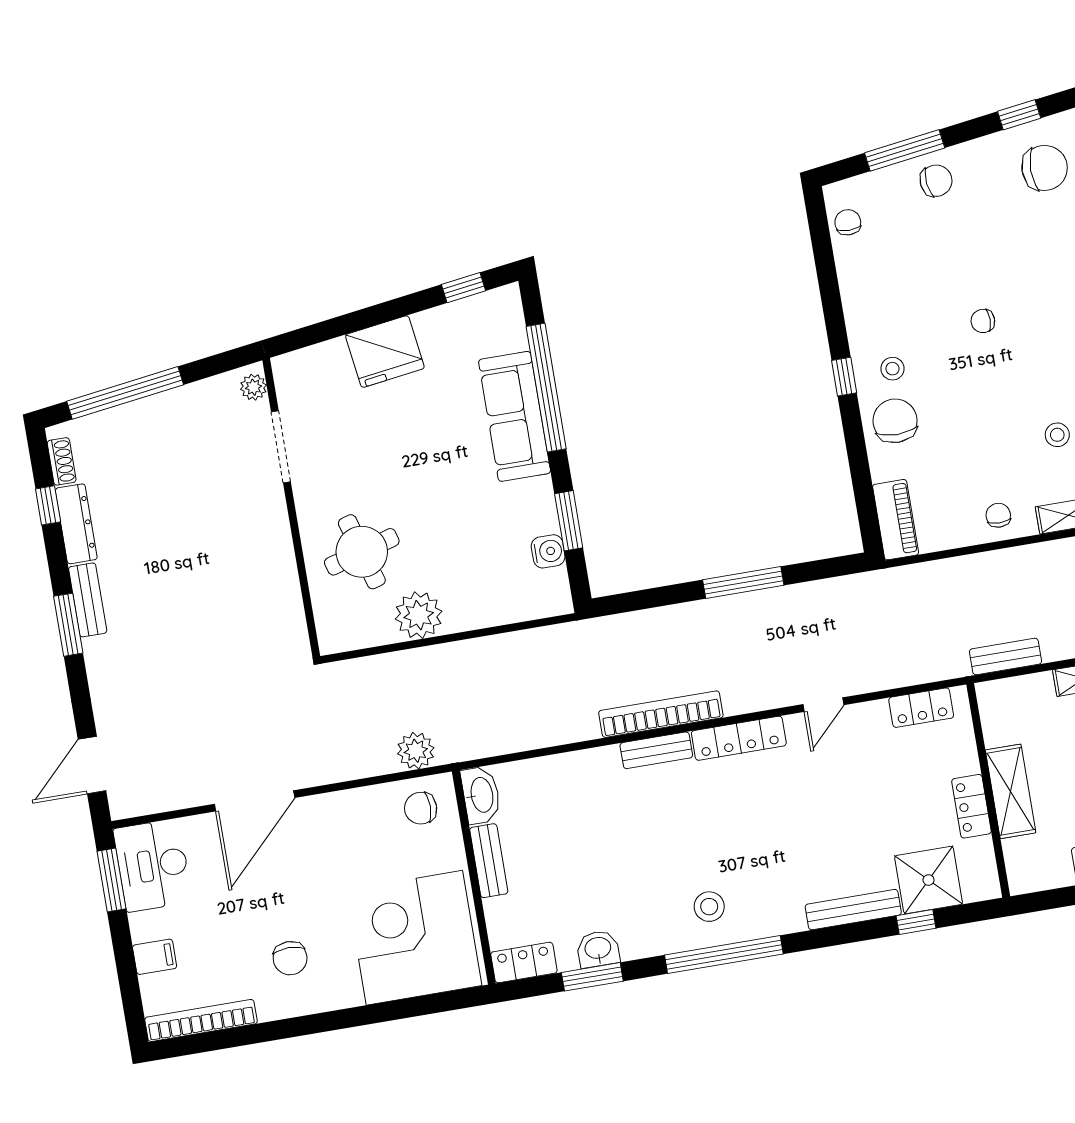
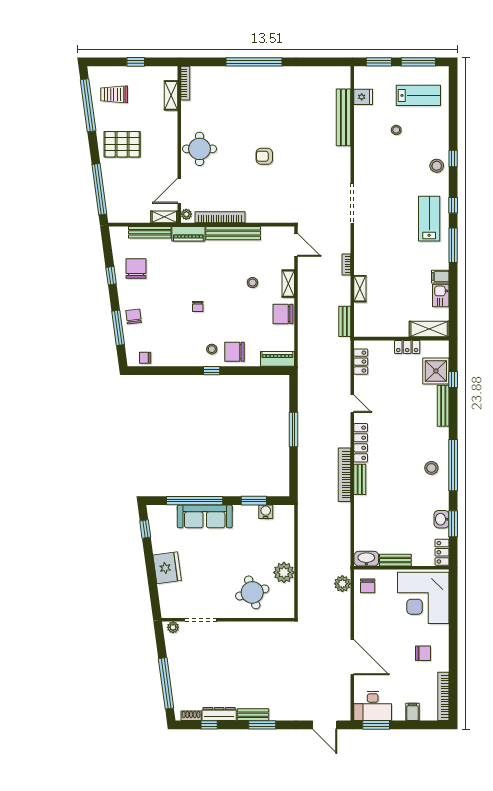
chair: (998, 515) -> (283, 314), width x1.87, depth x1.87
shelving: (1011, 791) -> (429, 329), moved

